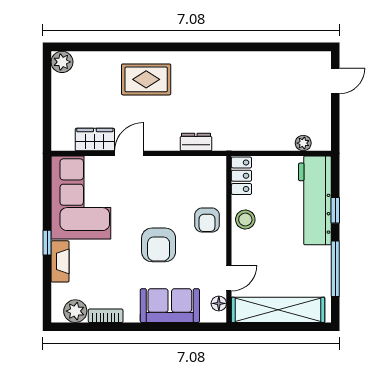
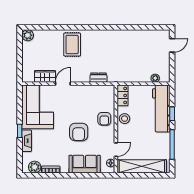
rug: (146, 79) -> (72, 45), turned 90

